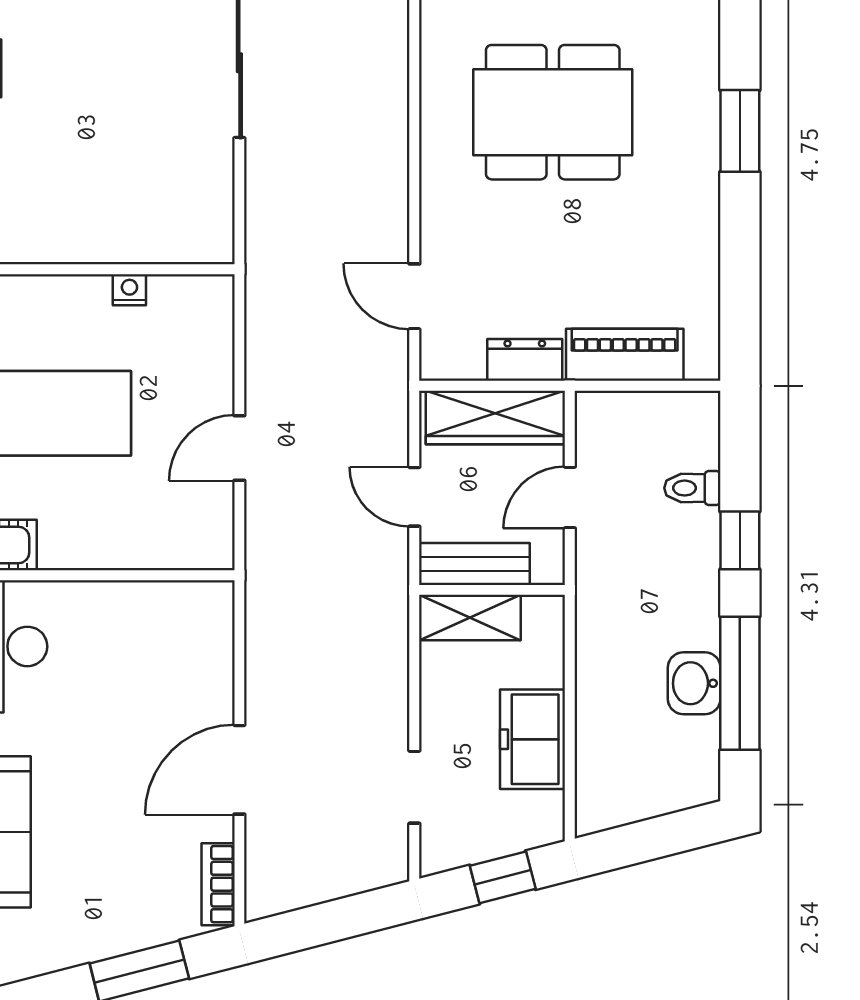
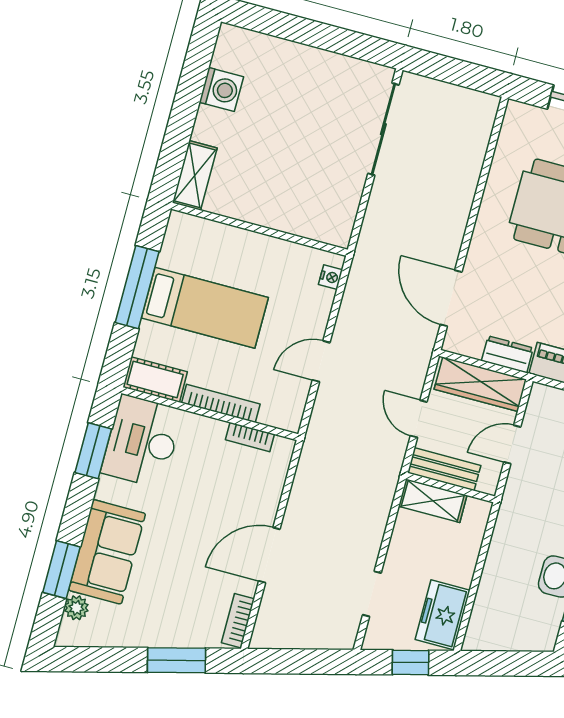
nightstand: (129, 290) -> (331, 277), moved, turned 90
door: (414, 296) -> (451, 298), width x1.38
bookcase: (102, 555) -> (221, 403), added
bookcase: (160, 595) -> (250, 437), added
freezer: (533, 739) -> (443, 615), moved

